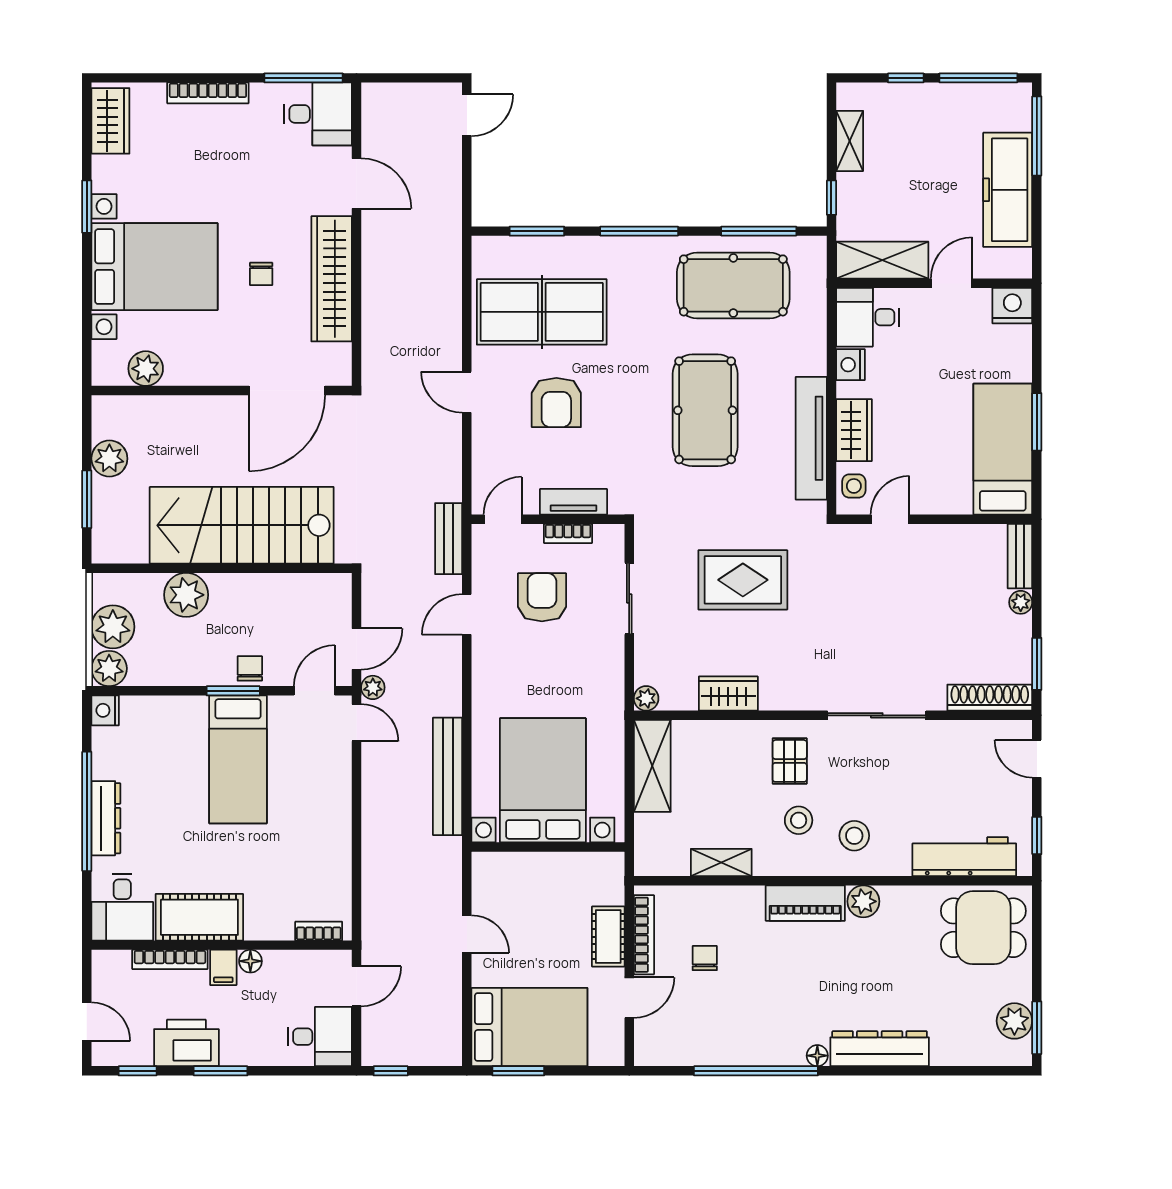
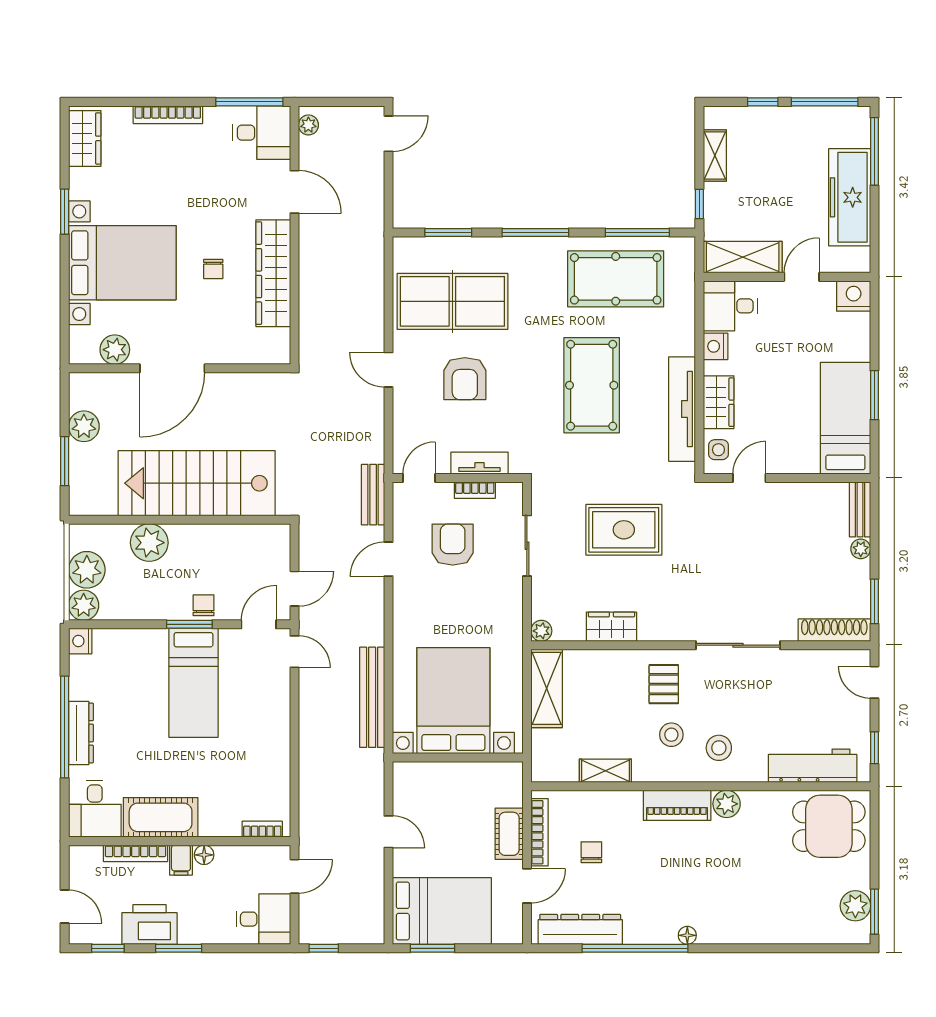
door: (287, 390) -> (172, 368), moved
plant: (373, 687) -> (308, 125), moved
dresser: (880, 1049) -> (580, 929), moved

